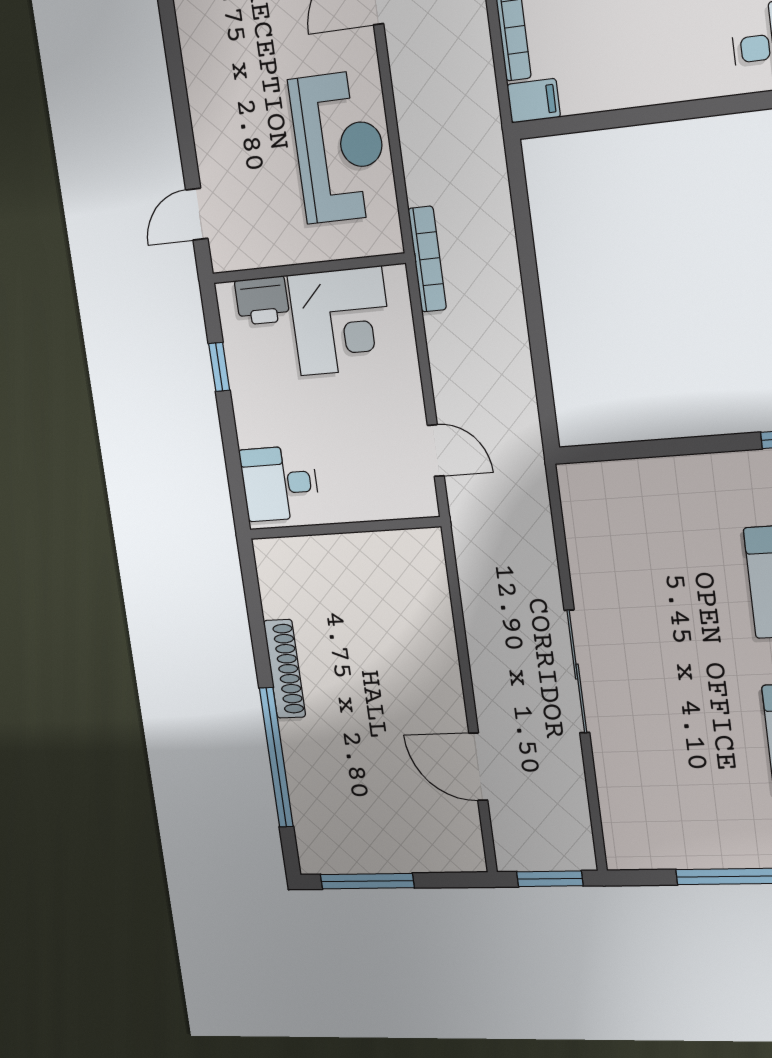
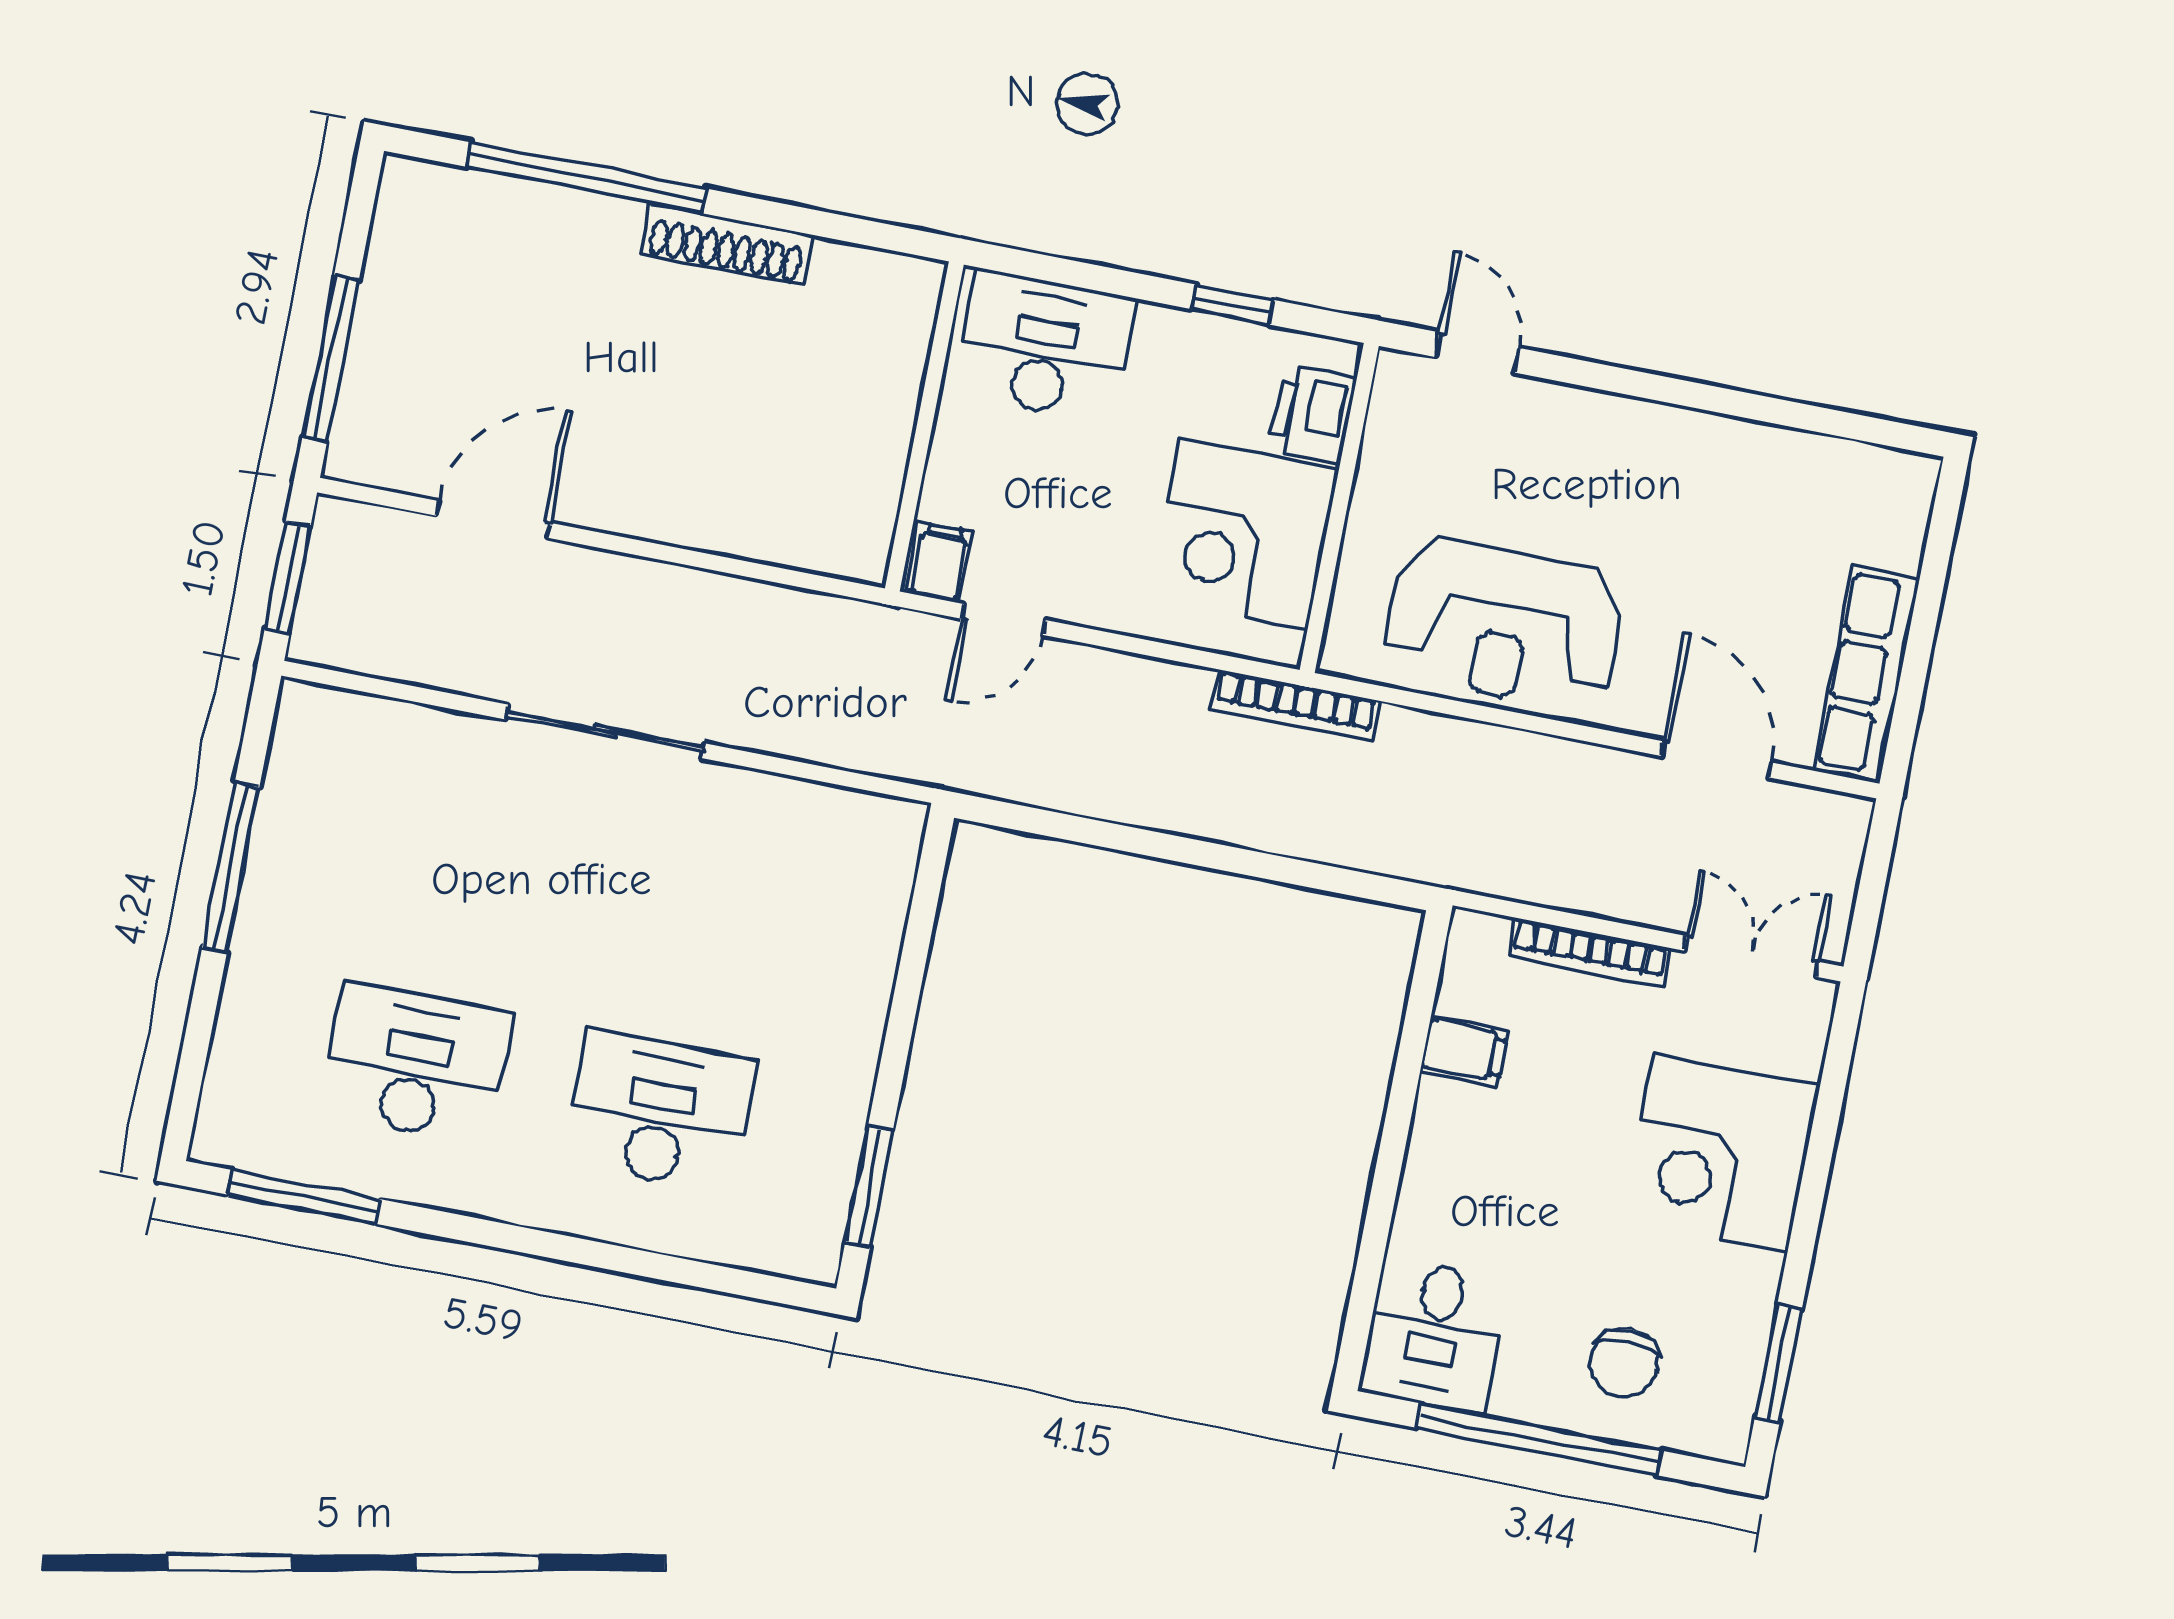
filing cabinet: (534, 101) -> (1464, 1050), moved, turned -90
desk: (280, 483) -> (1045, 346), width x1.37
filing cabinet: (416, 498) -> (939, 562), added
window: (367, 881) -> (331, 359), moved

